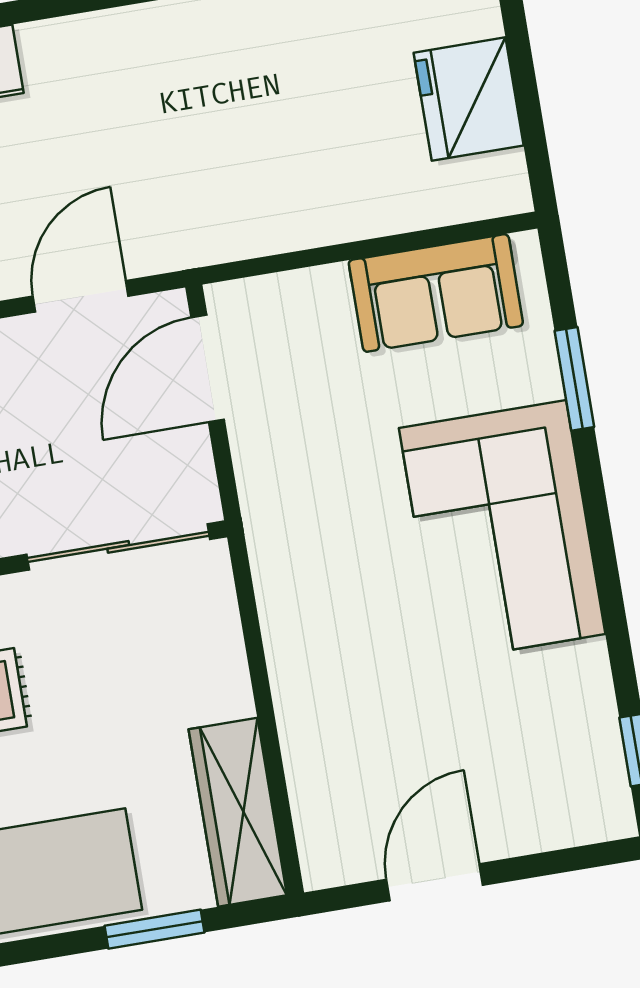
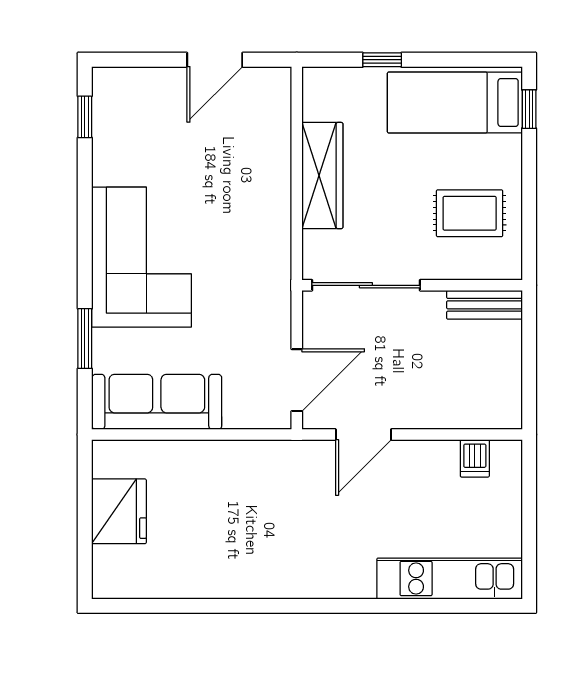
sofa: (436, 293) -> (157, 402), width x1.36
wardrobe: (238, 812) -> (322, 176), moved
window: (154, 929) -> (382, 60), width x0.67

